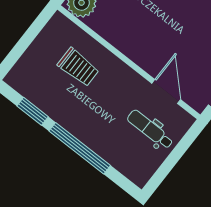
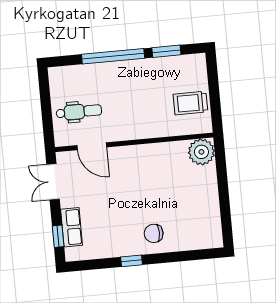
trolley: (78, 67) -> (190, 103), moved

